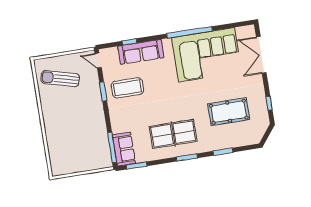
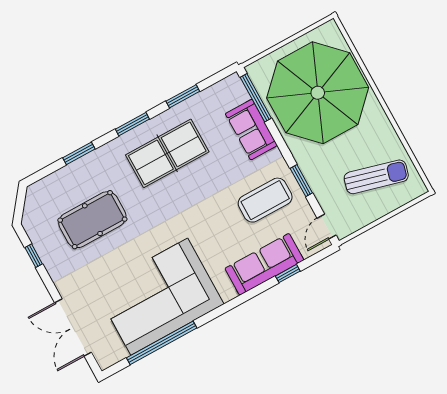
window: (190, 32) -> (162, 343), moved
double door: (261, 55) -> (73, 327), swing flipped
door: (98, 60) -> (327, 227), swing flipped
parasol: (76, 138) -> (318, 93), added
sofa: (124, 149) -> (251, 130), moved
window: (137, 166) -> (183, 96), moved

